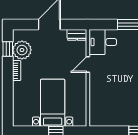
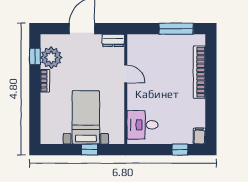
desk: (103, 42) -> (143, 125), moved
door: (88, 64) -> (126, 74), swing flipped

